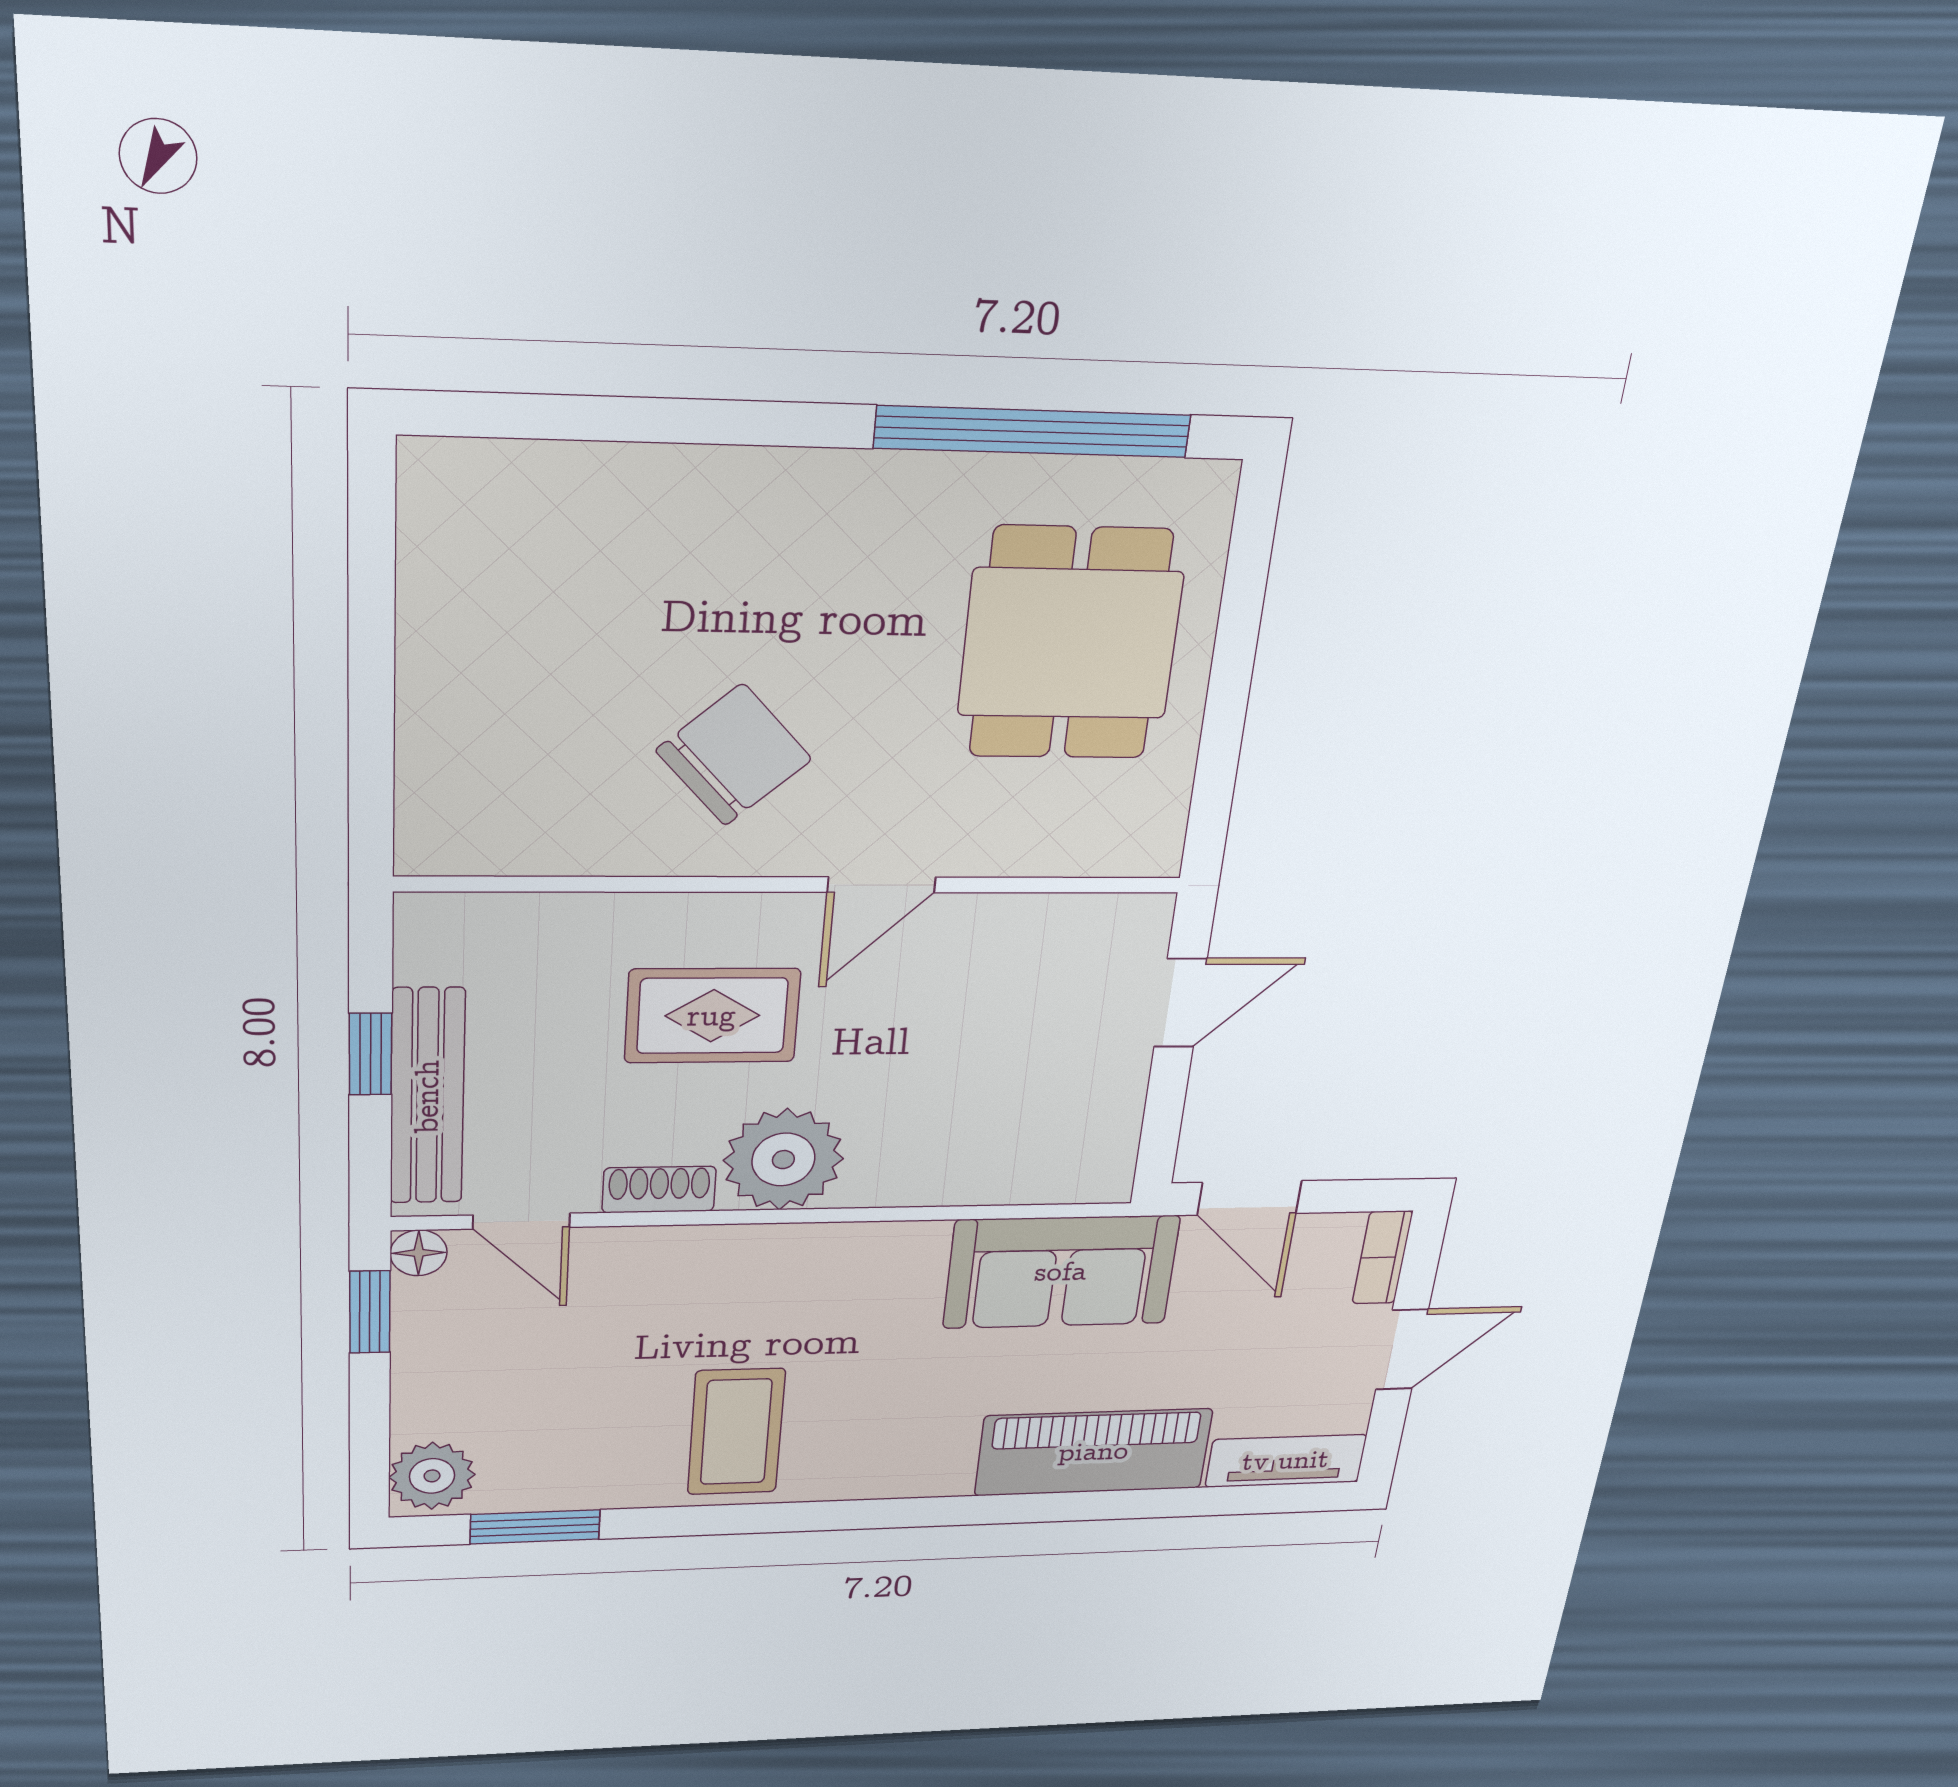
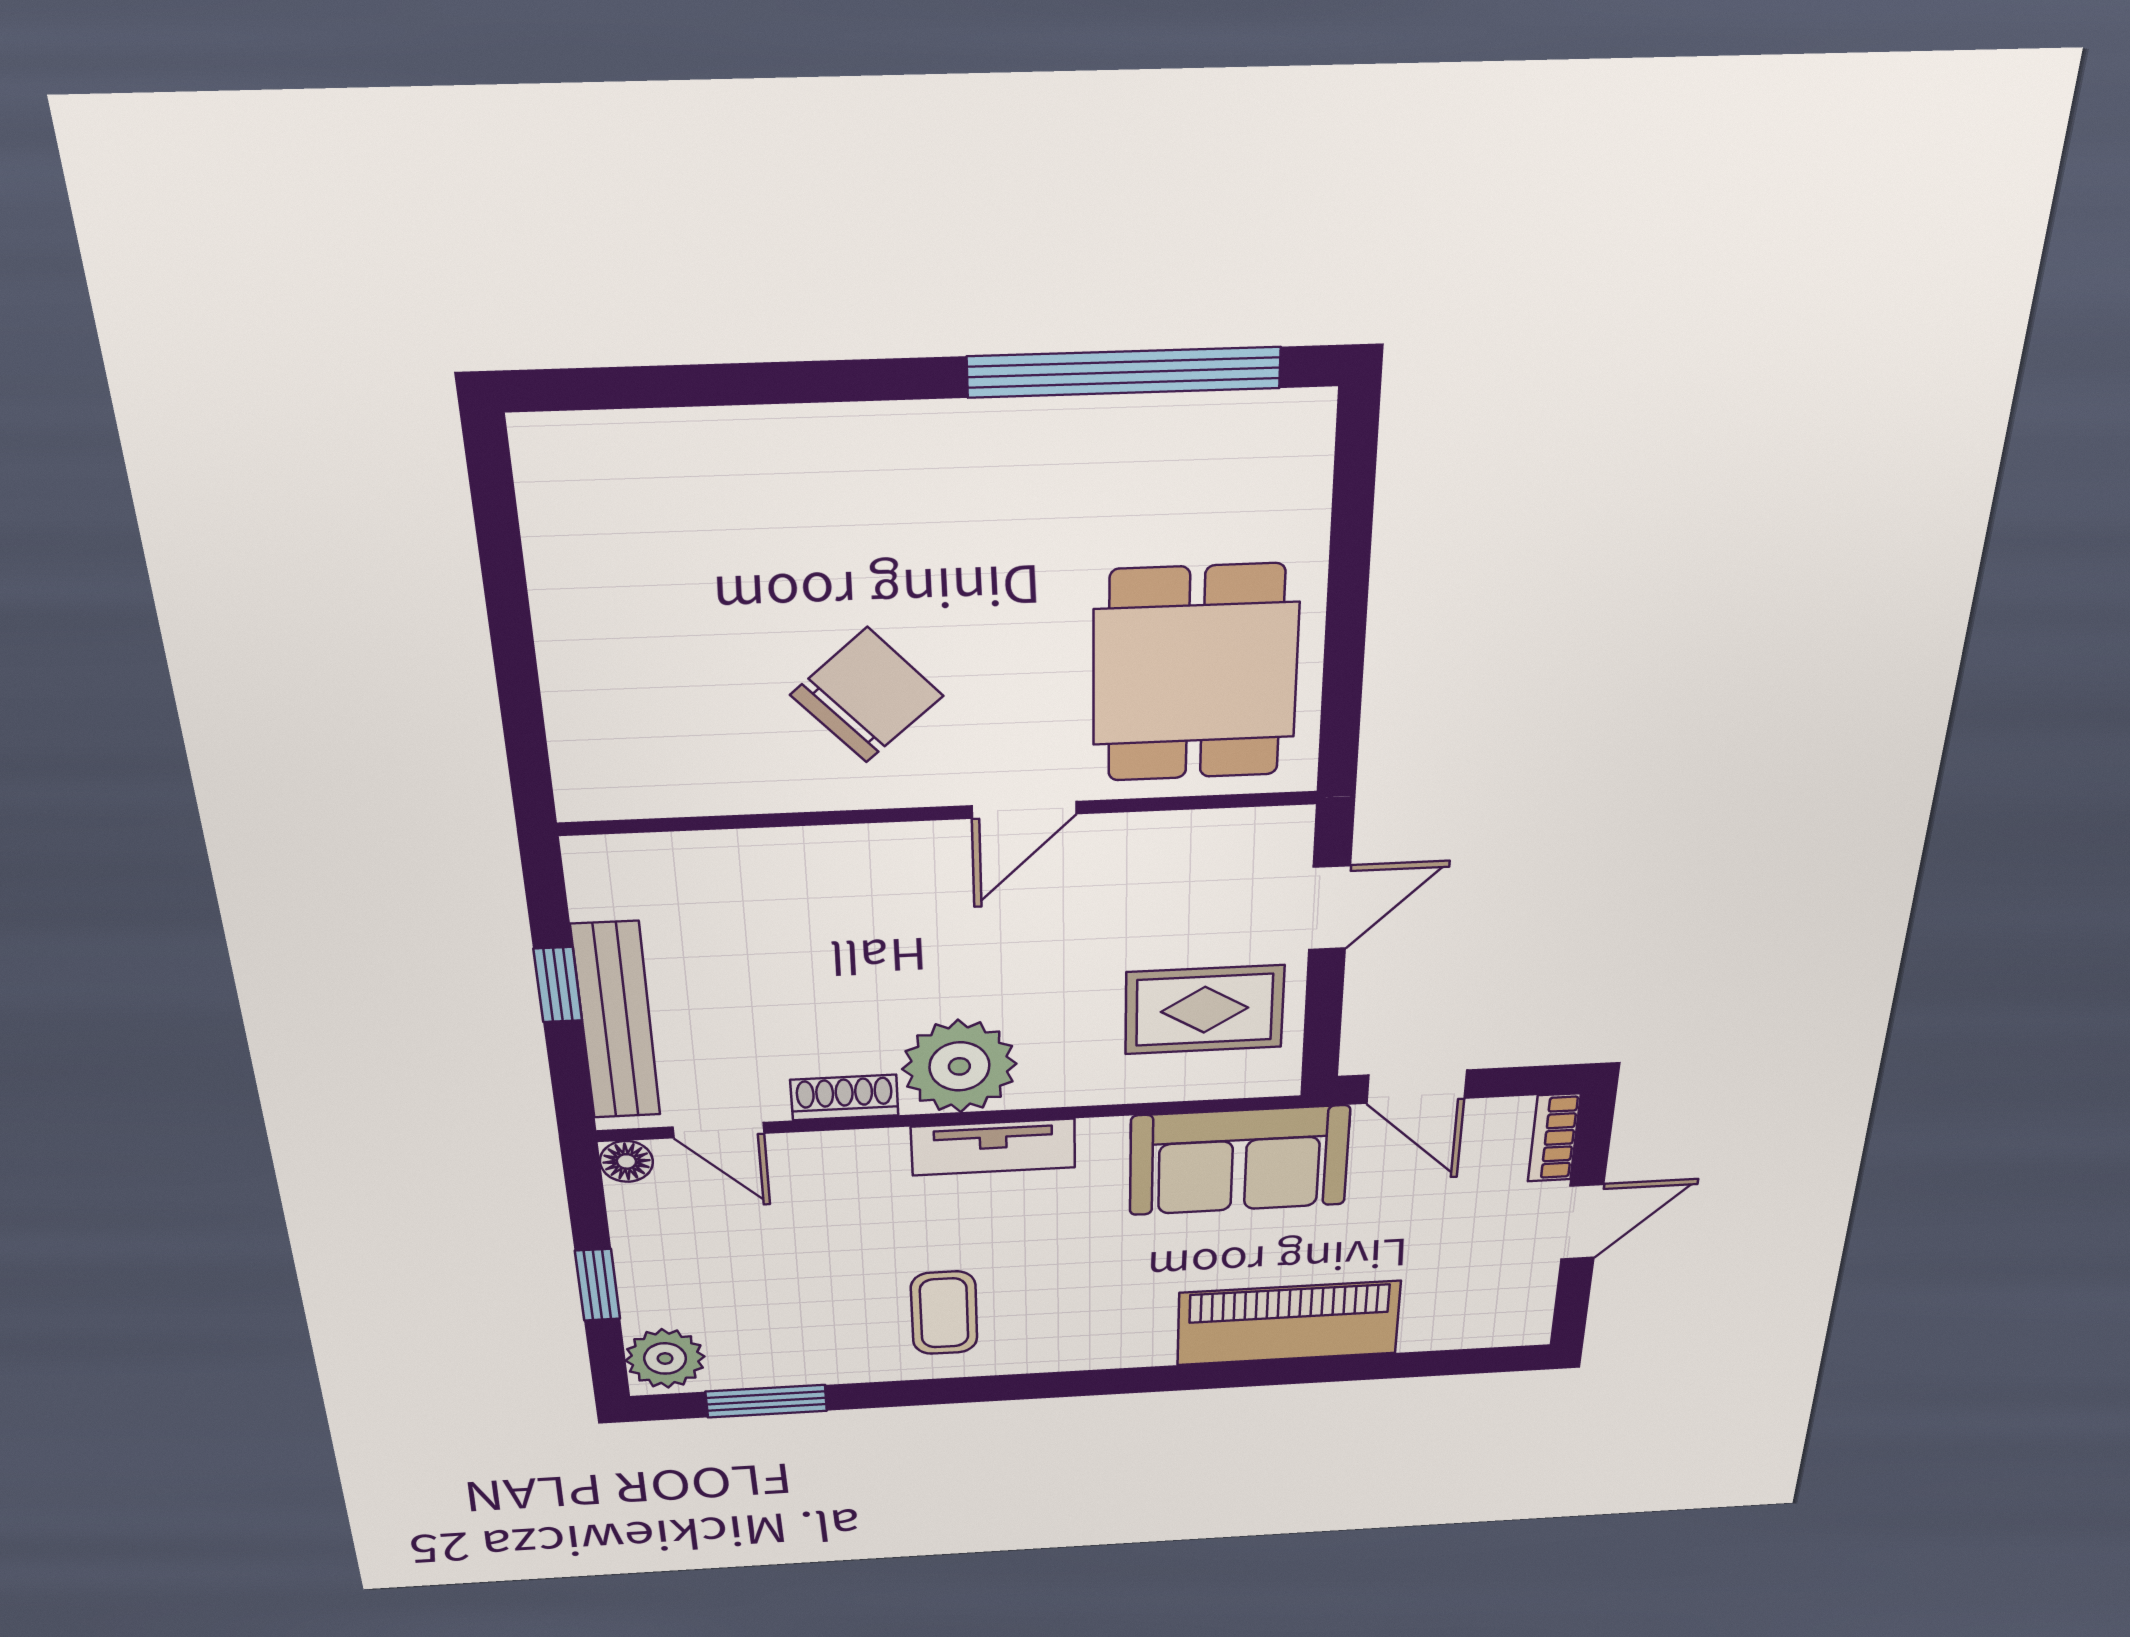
dining table: (1070, 644) -> (1195, 674), moved
rug: (712, 1016) -> (1205, 1010), moved
window: (370, 1312) -> (598, 1285), moved
coffee table: (736, 1432) -> (944, 1313), width x0.73, depth x0.77
tv unit: (1286, 1461) -> (993, 1147), moved, turned 180

